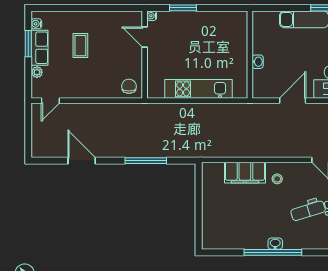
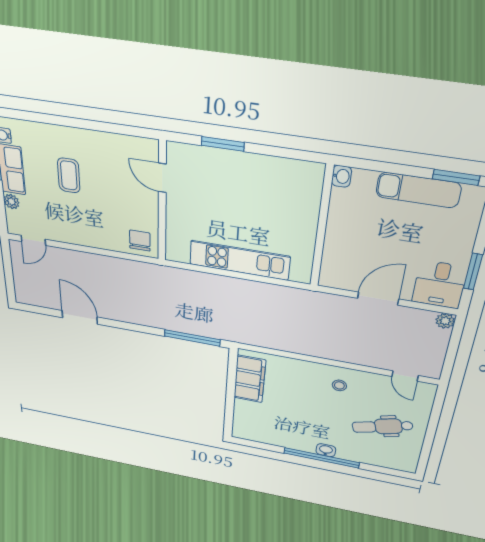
water cooler: (152, 16) -> (173, 148), removed
washbasin: (258, 62) -> (342, 176), moved
window: (146, 161) -> (192, 338), moved
filing cabinet: (245, 173) -> (250, 379), moved, turned -90

